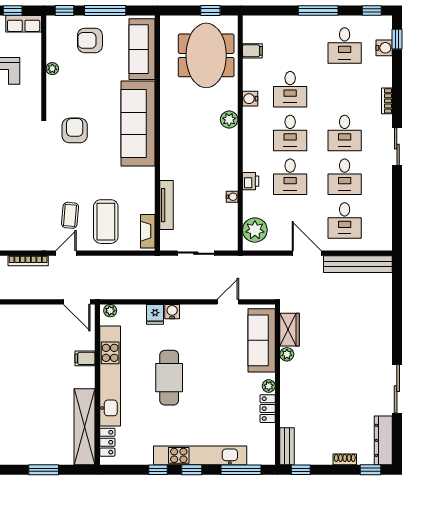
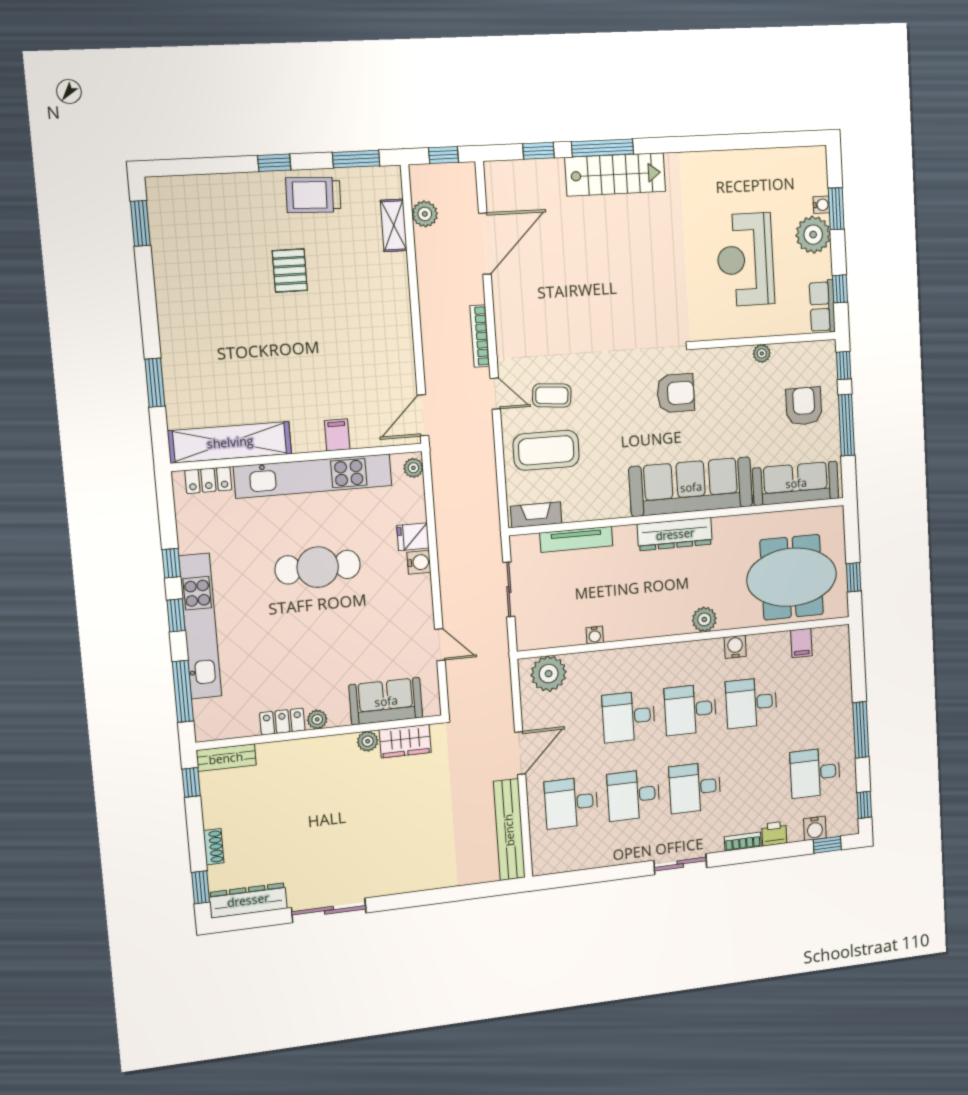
dresser: (169, 137) -> (675, 534), added
printer: (251, 181) -> (774, 834), moved, turned 180
sofa: (262, 340) -> (386, 701), width x0.73

